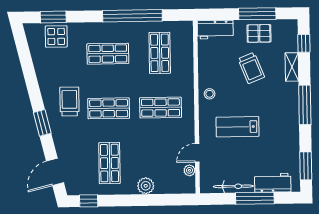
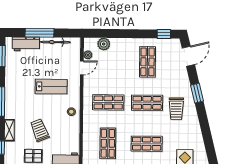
plant: (146, 186) -> (104, 44), moved

